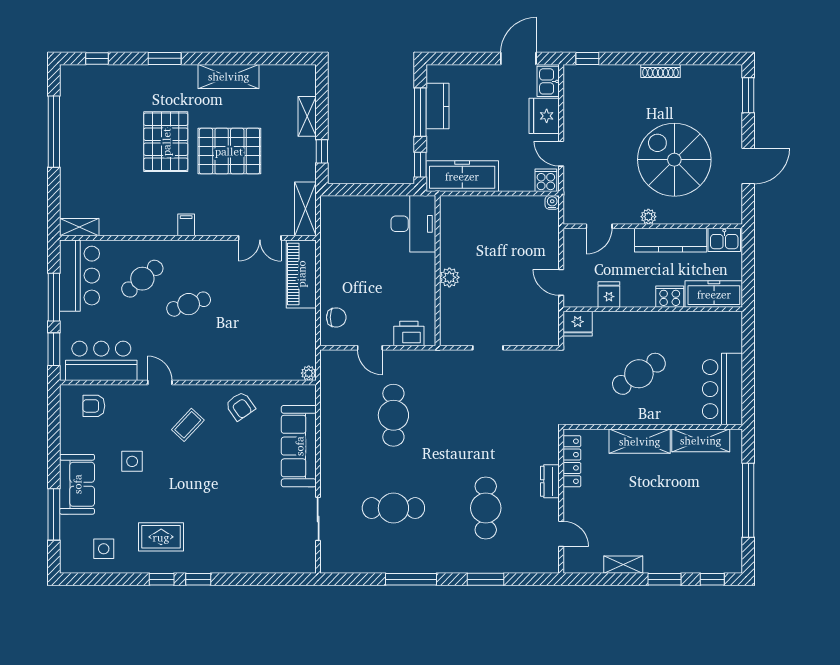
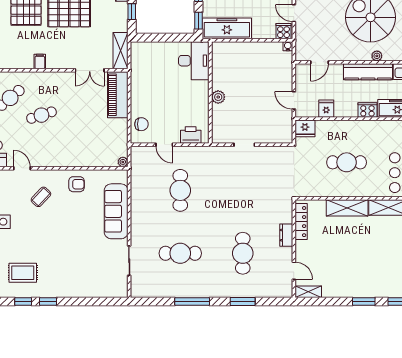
plant: (648, 217) -> (377, 56), moved
cafe table: (639, 374) -> (347, 162), turned 33
armchair: (240, 406) -> (76, 184), turned -55
shelving: (623, 565) -> (308, 292), moved

